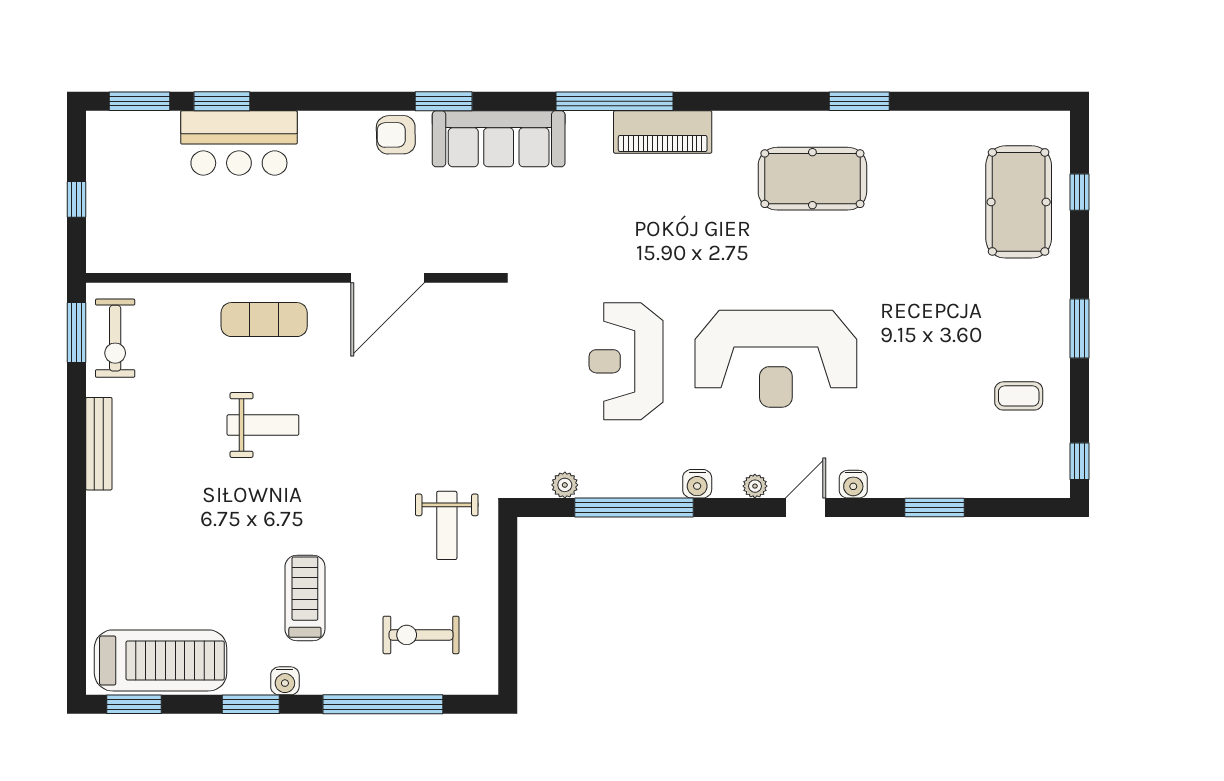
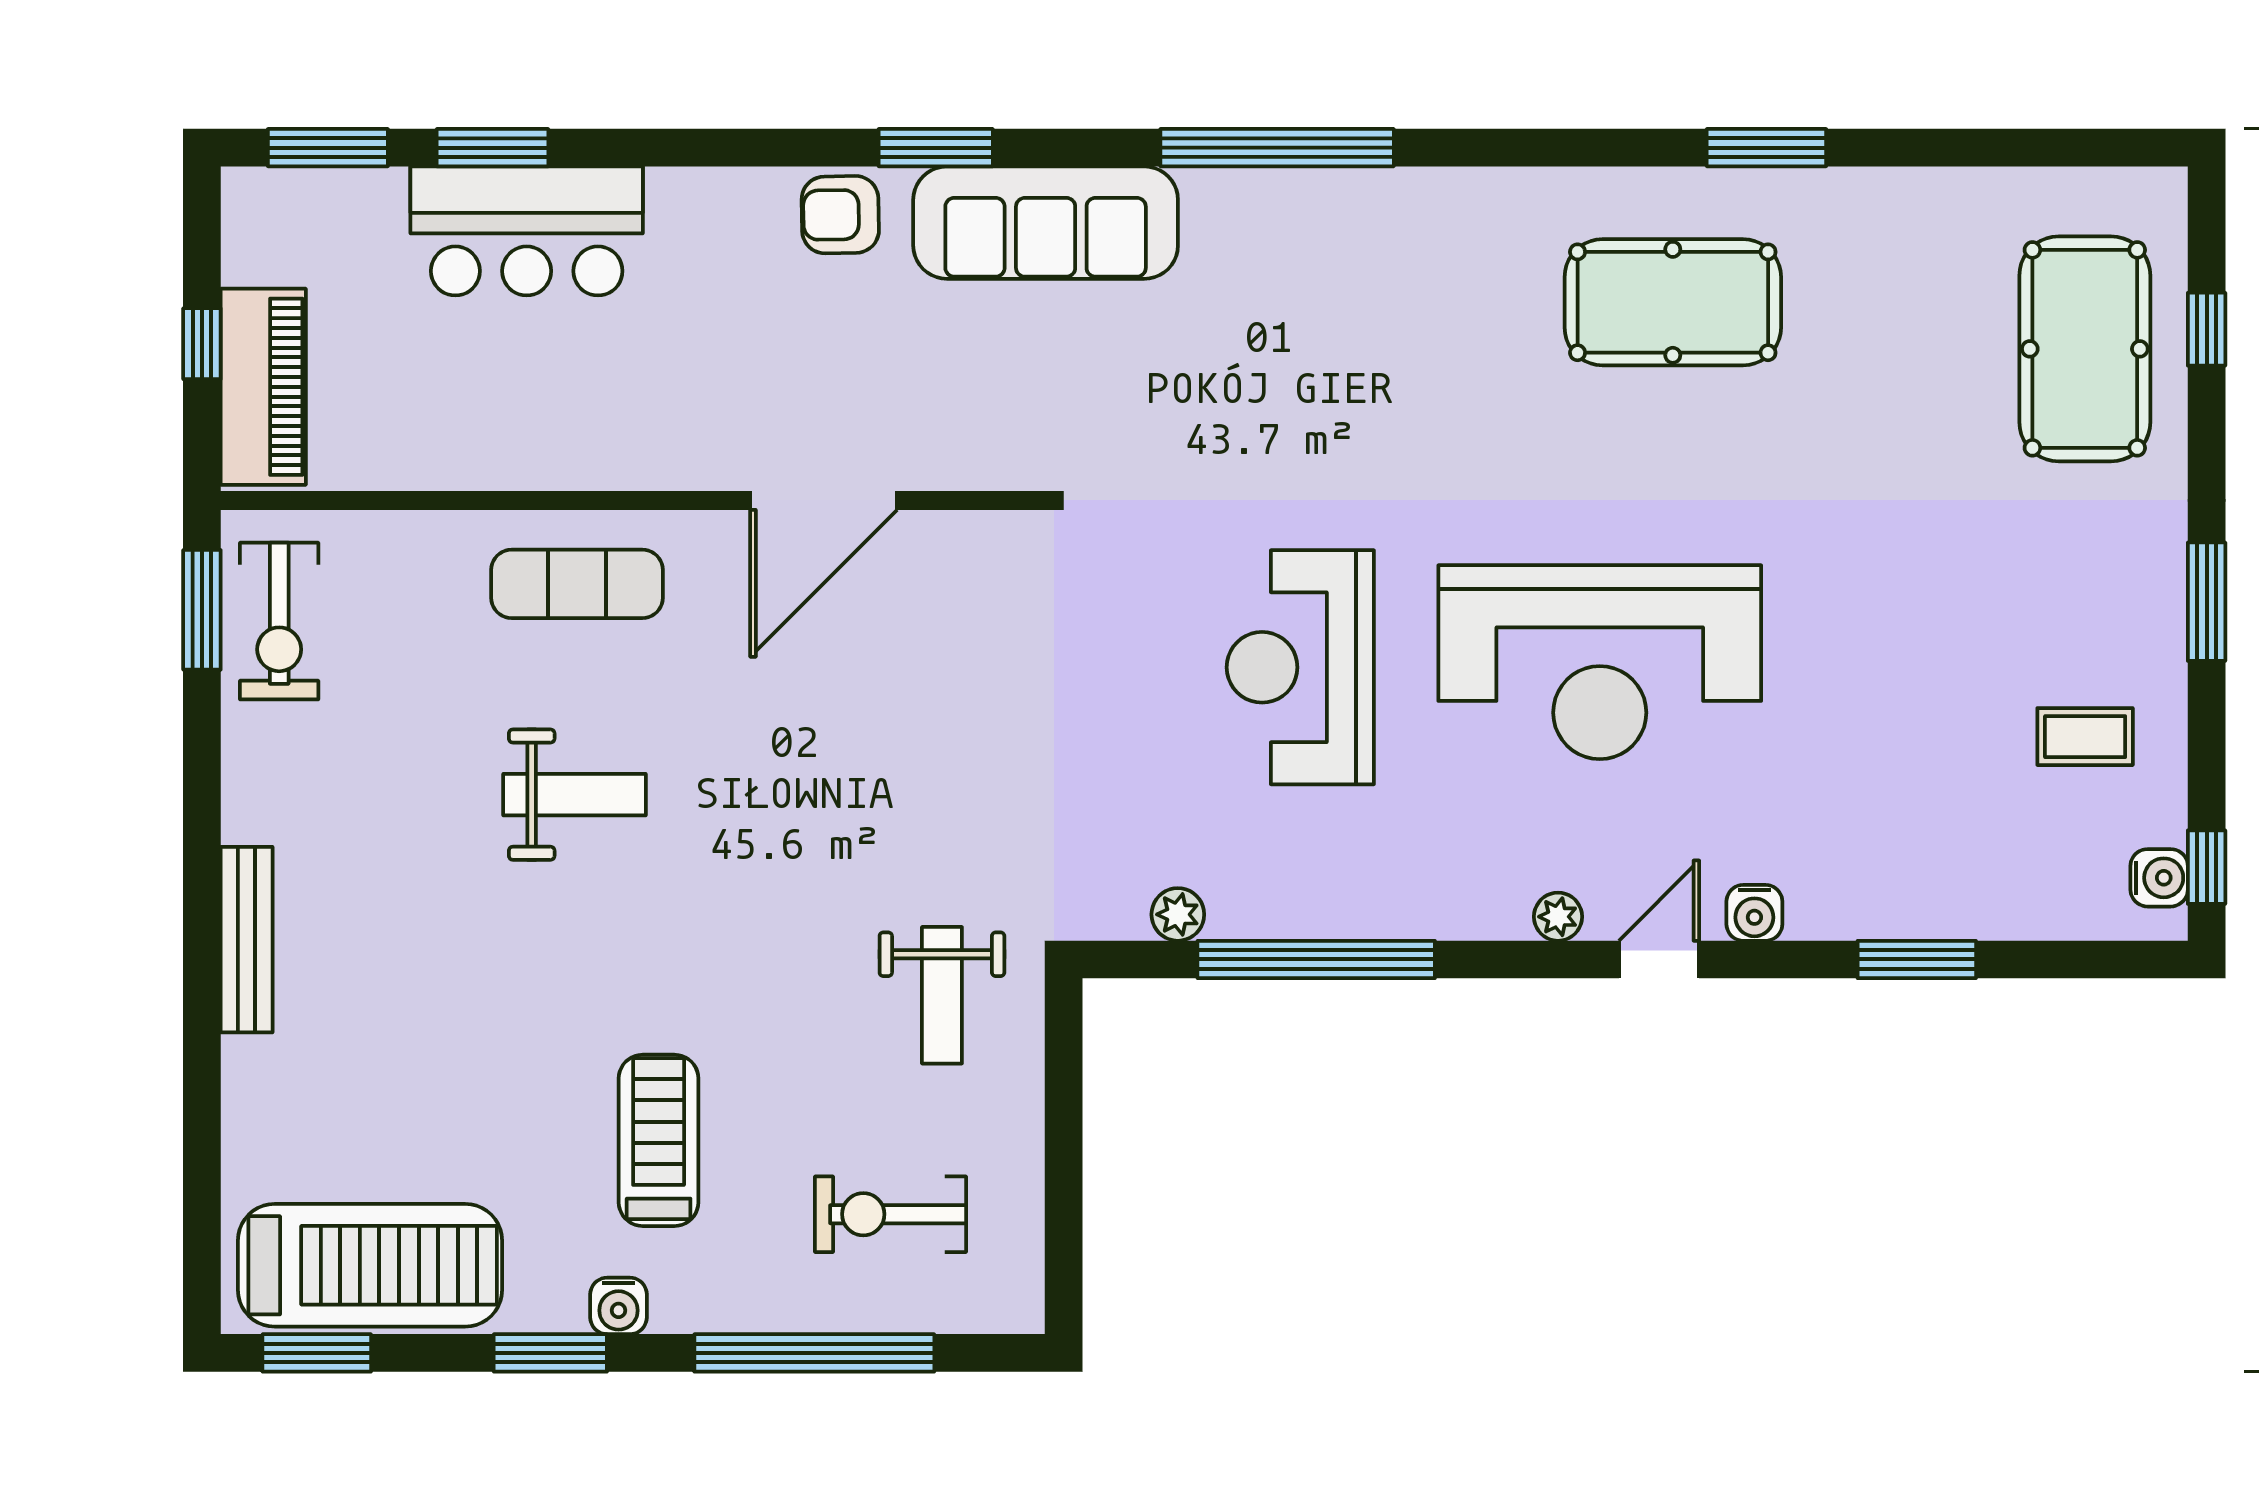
piano: (663, 132) -> (263, 387), moved, turned -90
bench: (99, 444) -> (247, 940), moved
water cooler: (697, 484) -> (2159, 878), moved, turned -90

